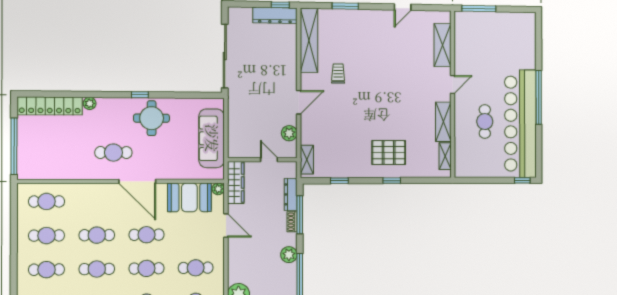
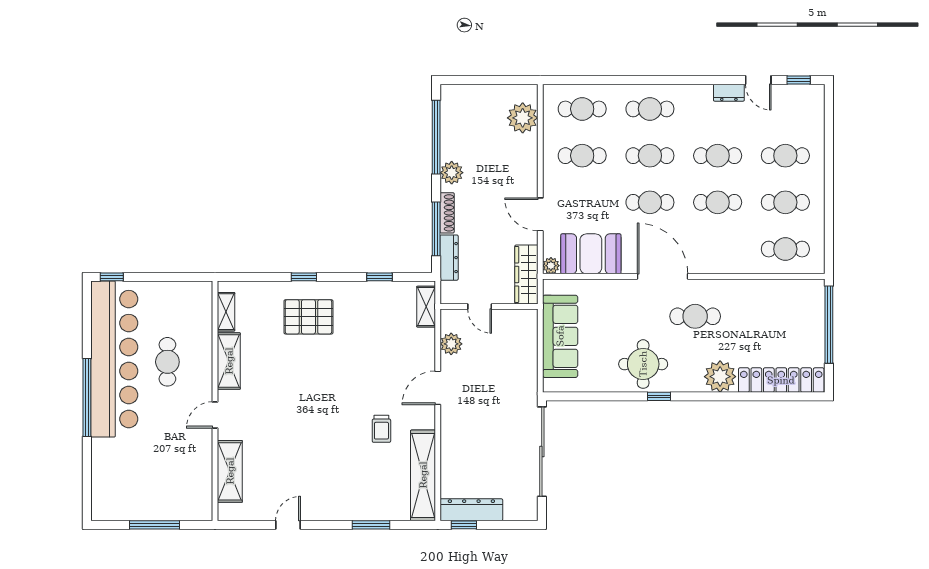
window: (479, 9) -> (155, 525), moved
plant: (90, 103) -> (720, 377), width x1.88, depth x1.88
shoe rack: (292, 222) -> (447, 213), width x1.43

